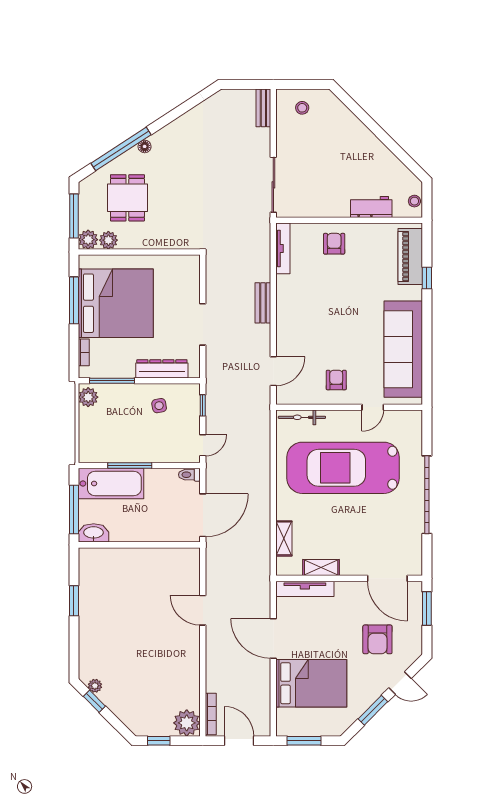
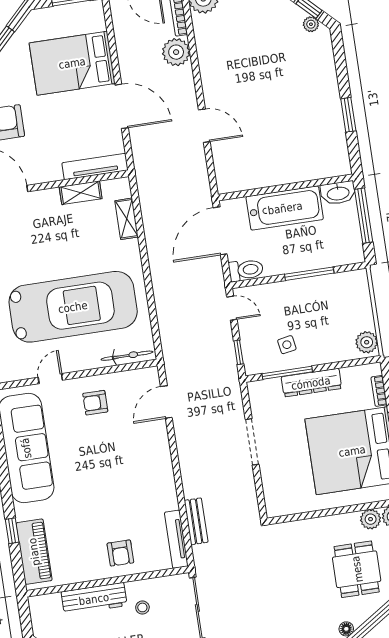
stool: (414, 201) -> (142, 607), moved
workbench: (371, 207) -> (94, 599), width x1.38
bench: (263, 303) -> (196, 521), moved
dresser: (162, 369) -> (311, 383), moved
armchair: (336, 380) -> (95, 403), turned 90
window: (112, 381) -> (287, 373), moved
door: (203, 445) -> (232, 308), swing flipped
toilet: (189, 475) -> (246, 270), width x1.37, depth x1.39
bathtub: (111, 484) -> (285, 208), moved, turned 180
plant: (218, 679) -> (176, 52), added

